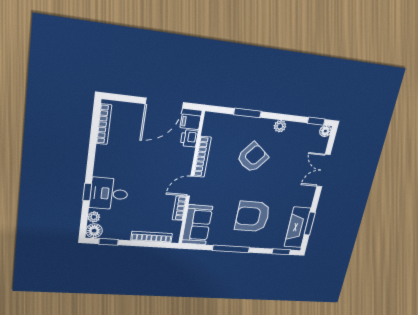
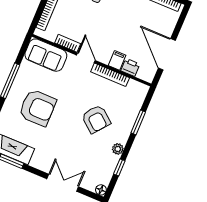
window: (316, 121) -> (119, 167), moved
filing cabinet: (190, 122) -> (117, 60), moved
armchair: (253, 216) -> (37, 108), turned 90

